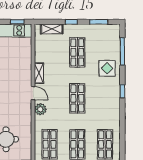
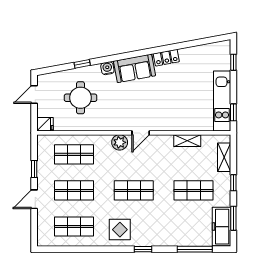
freezer: (105, 31) -> (222, 227), added
display table: (107, 68) -> (120, 230), moved
shelving: (39, 73) -> (187, 141), moved

